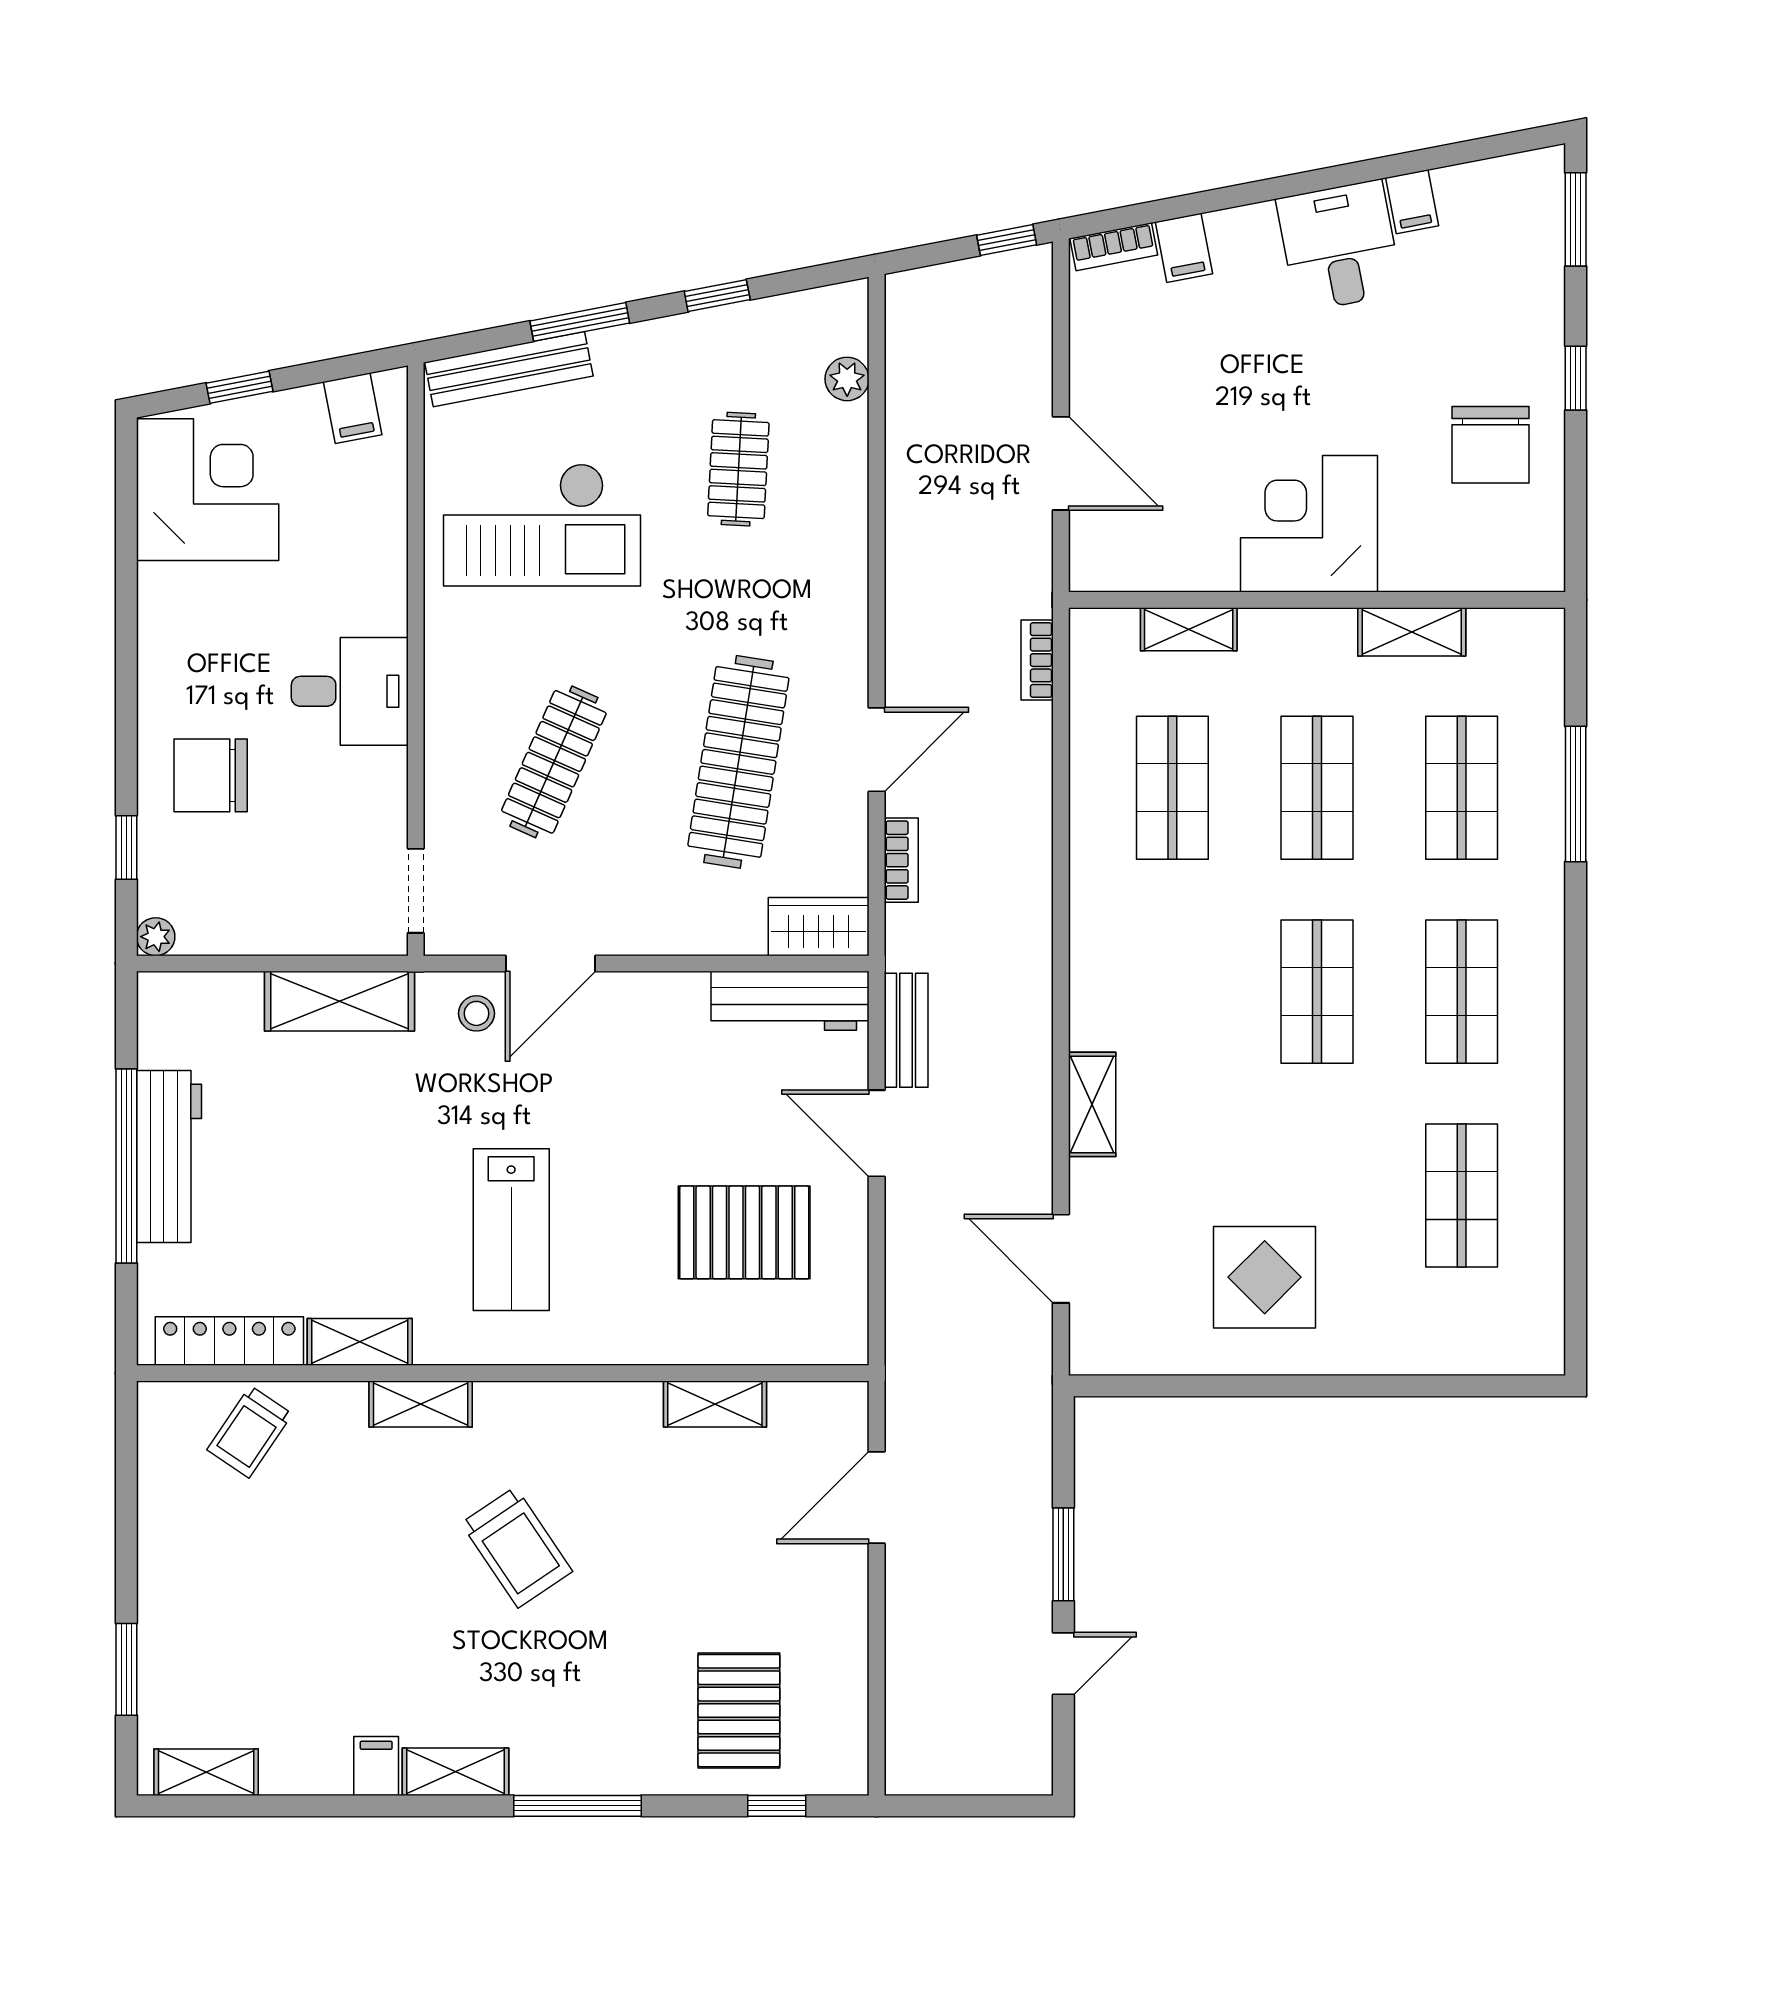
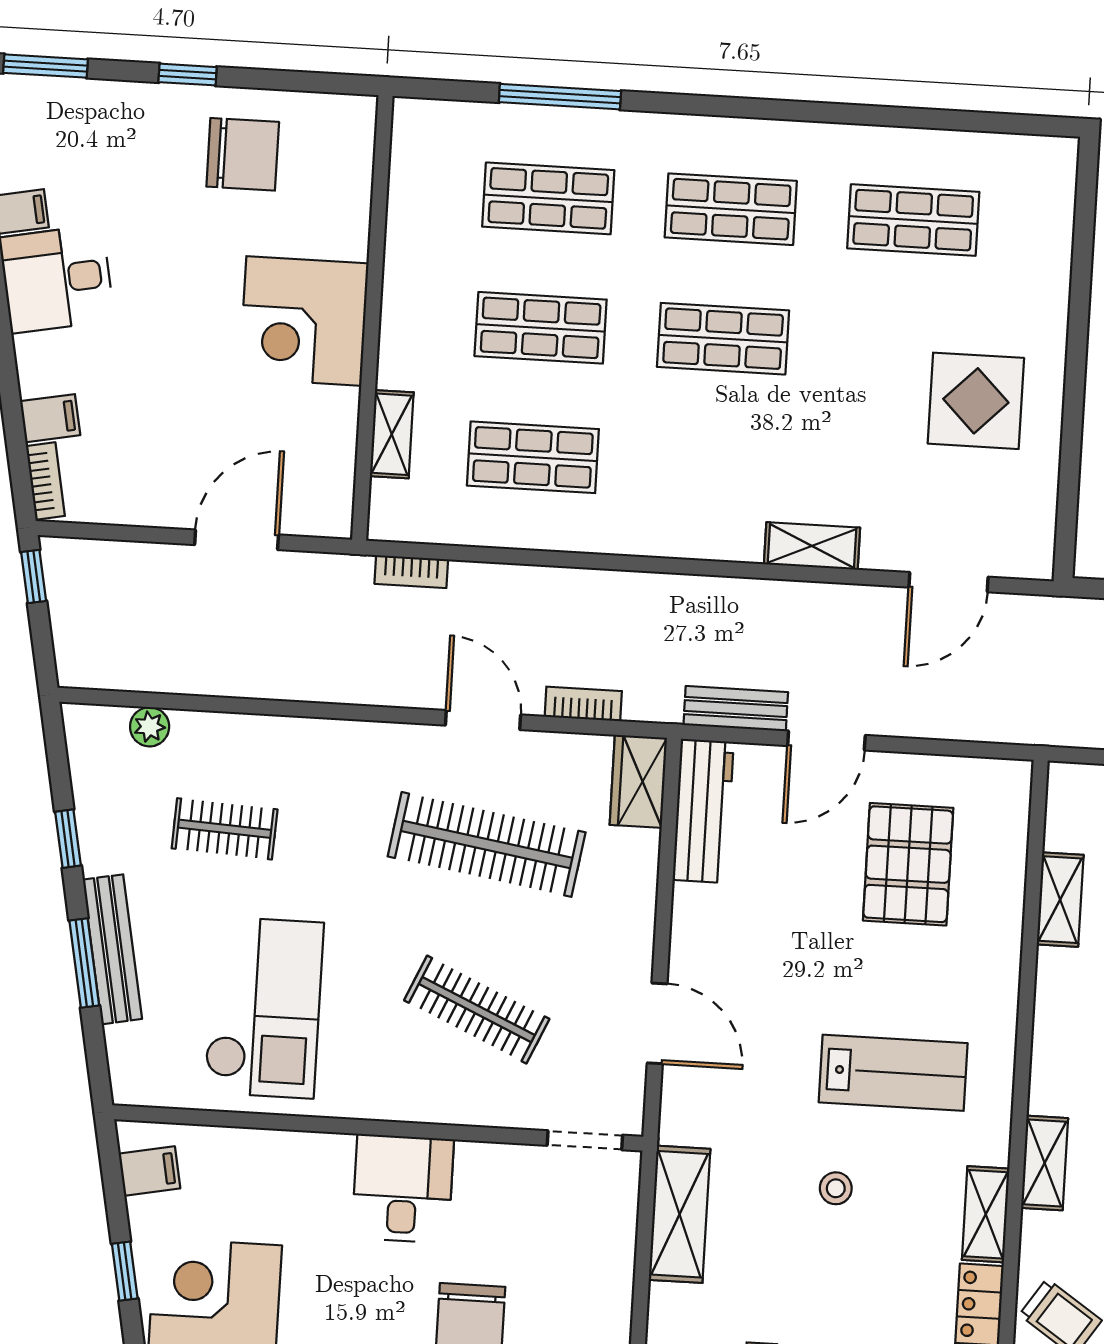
bench: (509, 369) -> (112, 949), moved
shelving: (1412, 632) -> (406, 235), removed
stool: (476, 1013) -> (836, 1188), moved

